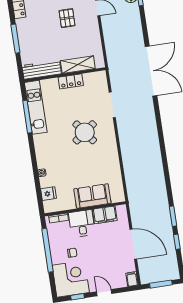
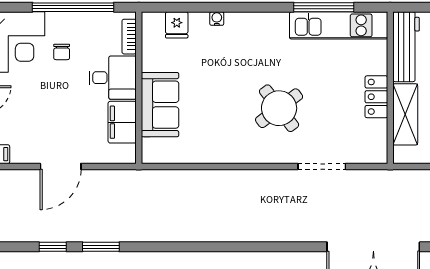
door: (133, 244) -> (61, 166), width x0.73

